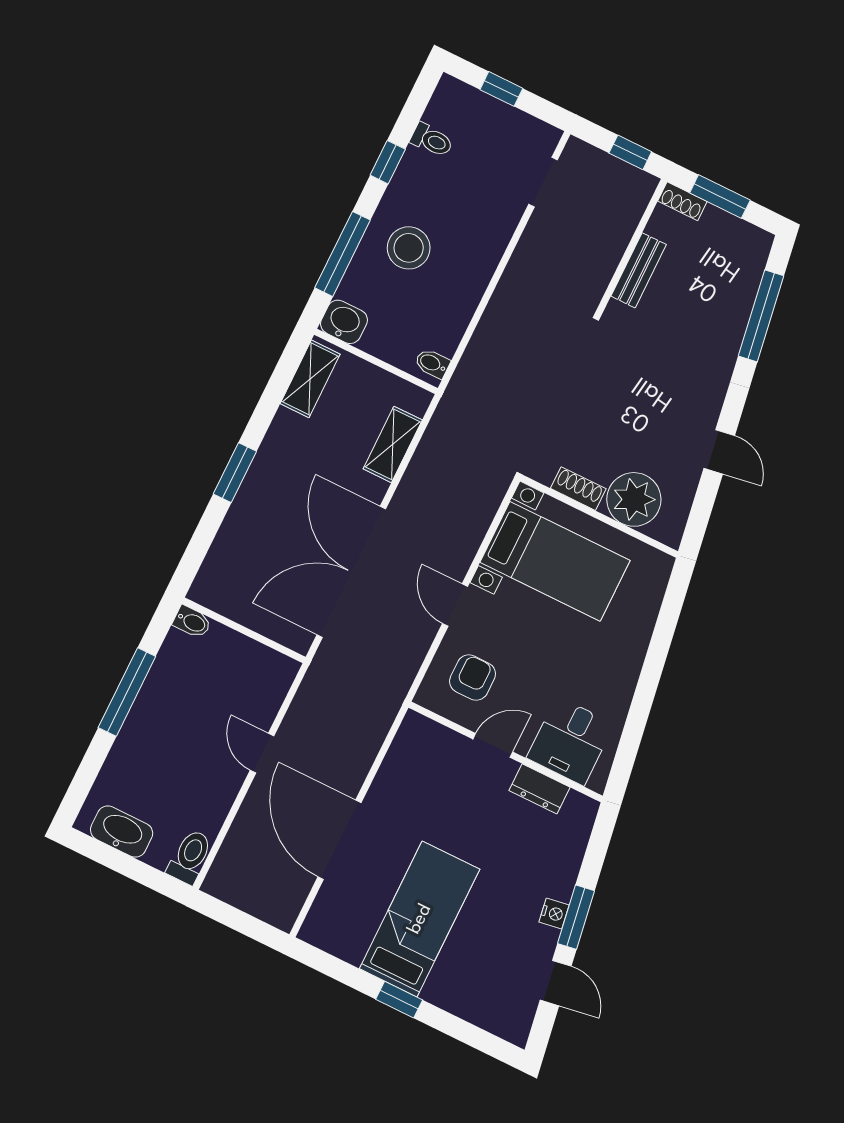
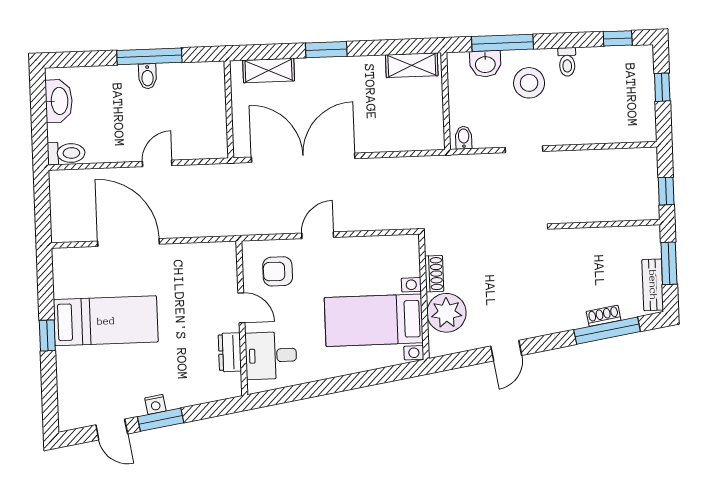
toilet: (432, 140) -> (567, 62), moved
window: (388, 162) -> (618, 38), moved
doorway: (543, 182) -> (524, 149), moved
shoe rack: (682, 201) -> (604, 316), moved, turned 81
bench: (639, 270) -> (653, 285), moved, turned 90
washbasin: (344, 322) -> (485, 64), moved, turned 90
shelving: (393, 444) -> (269, 71), moved
bed with nightstands: (555, 561) -> (374, 320), moved, turned 90
bidet: (192, 622) -> (147, 76), moved
armchair: (473, 678) -> (278, 271), turned 180
door: (340, 840) -> (129, 243), hinge flipped
door: (556, 983) -> (112, 429), hinge flipped

